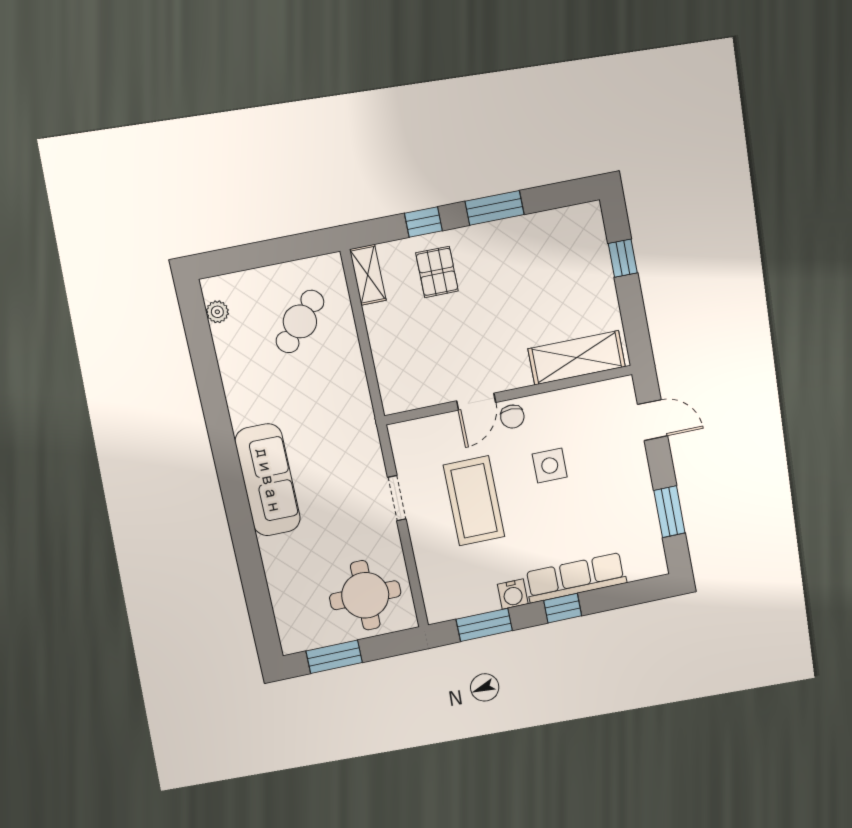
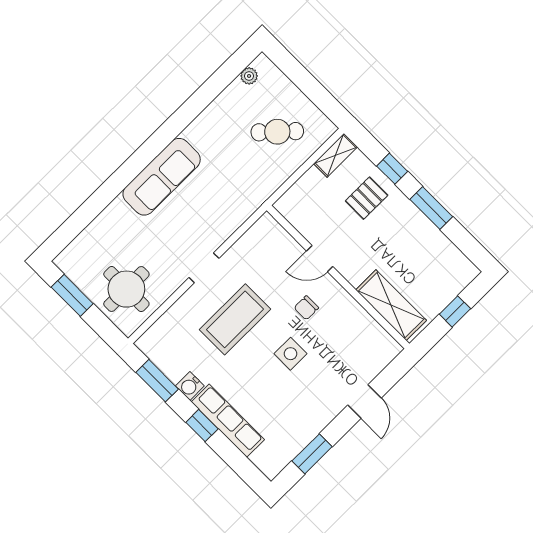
shelving: (577, 358) -> (391, 305), moved
wall: (509, 395) -> (338, 277), moved
door: (476, 402) -> (320, 259), moved

